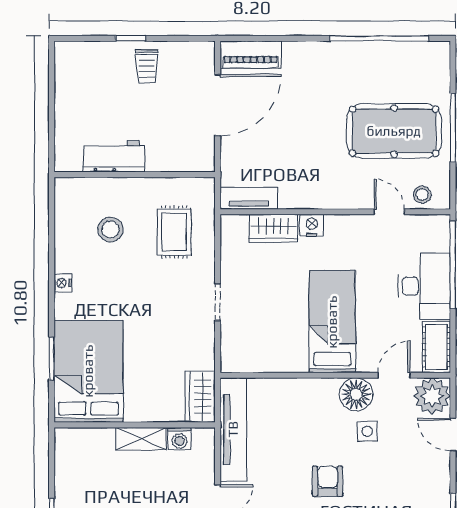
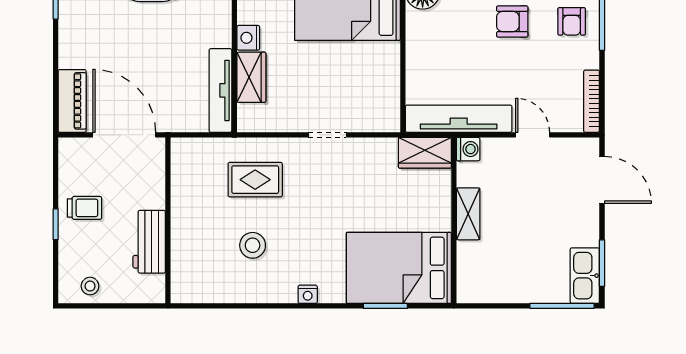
stool: (71, 72) -> (90, 286), added
workbench: (114, 156) -> (149, 242), moved
wall: (135, 175) -> (168, 220), moved
tv unit: (249, 198) -> (220, 90), width x1.41
washing machine: (179, 439) -> (468, 149), moved

